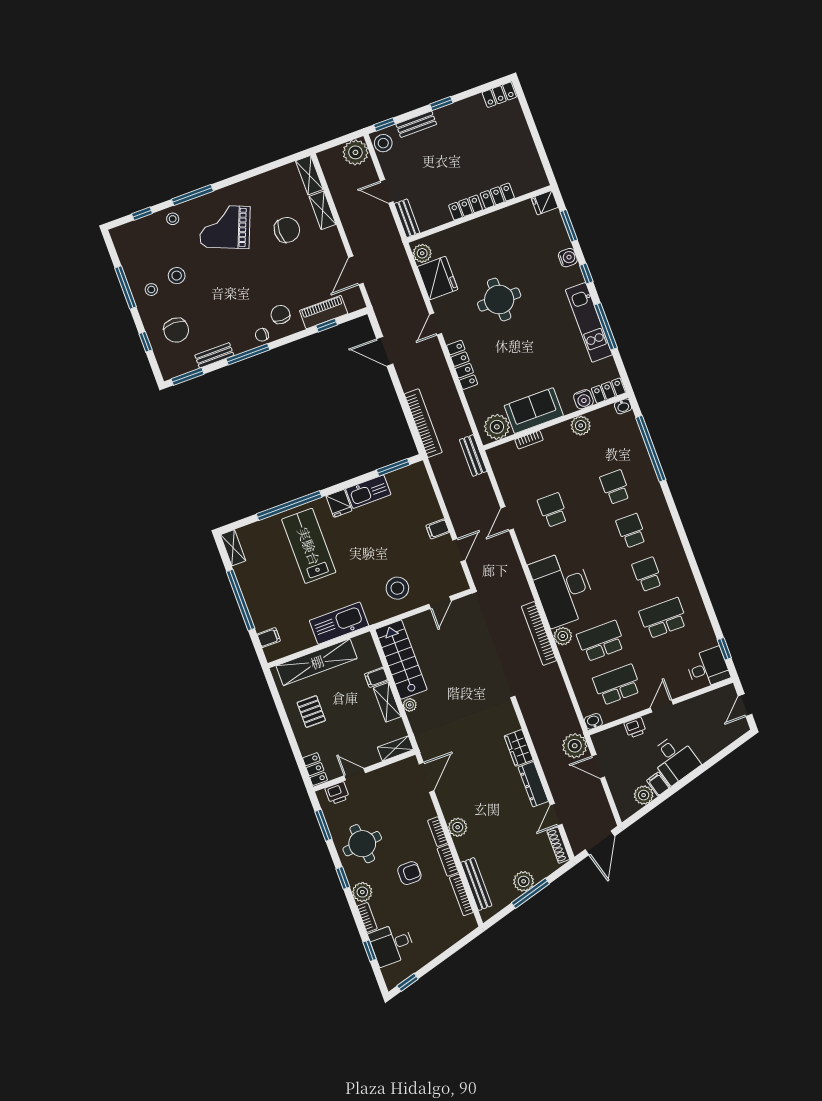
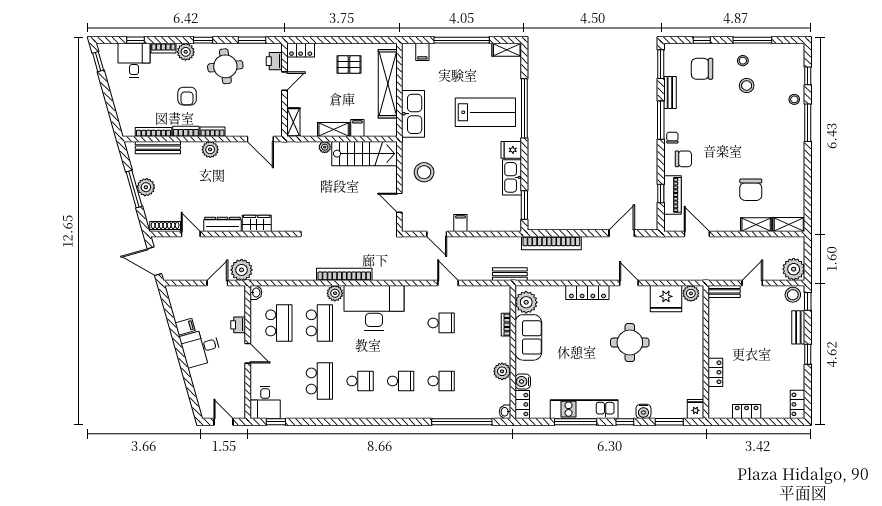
locker: (466, 208) -> (747, 412), moved, turned -90
grand piano: (225, 227) -> (772, 140), removed
plant: (644, 795) -> (180, 311), removed

